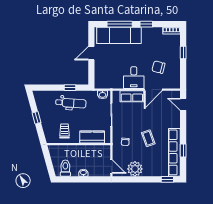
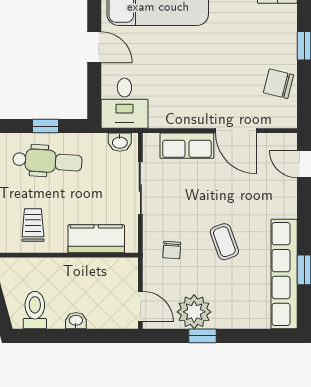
door: (91, 53) -> (94, 47), swing flipped
chair: (158, 67) -> (279, 84), moved
desk: (134, 78) -> (124, 103), moved
door: (153, 90) -> (236, 131), hinge flipped
window: (167, 179) -> (203, 336), moved

